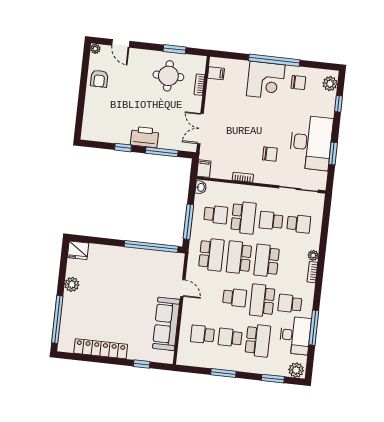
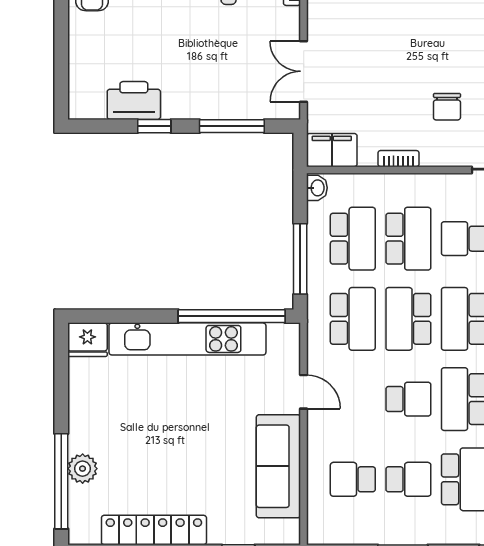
printer: (145, 137) -> (134, 101), moved
chair: (270, 154) -> (447, 107), turned 90
filing cabinet: (204, 169) -> (332, 150), width x2.00
school desk: (216, 215) -> (353, 239), width x1.85
kitchen unit: (128, 255) -> (187, 339), added
plant: (72, 284) -> (83, 469), moved
school desk: (230, 337) -> (408, 479), turned 180

